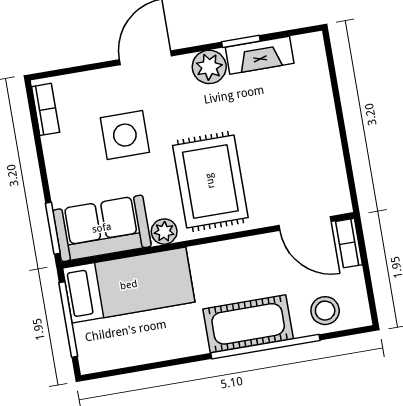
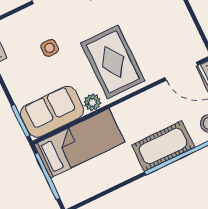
side table: (125, 135) -> (50, 48), width x0.54, depth x0.54

